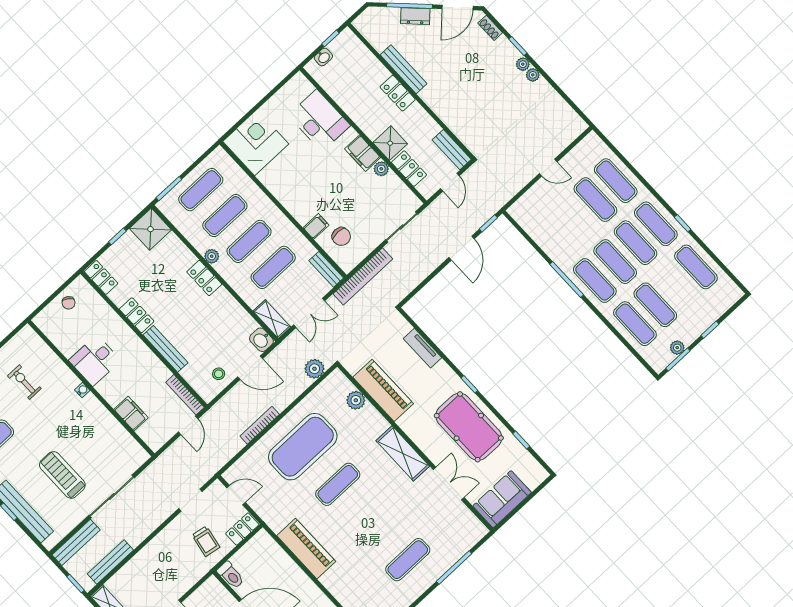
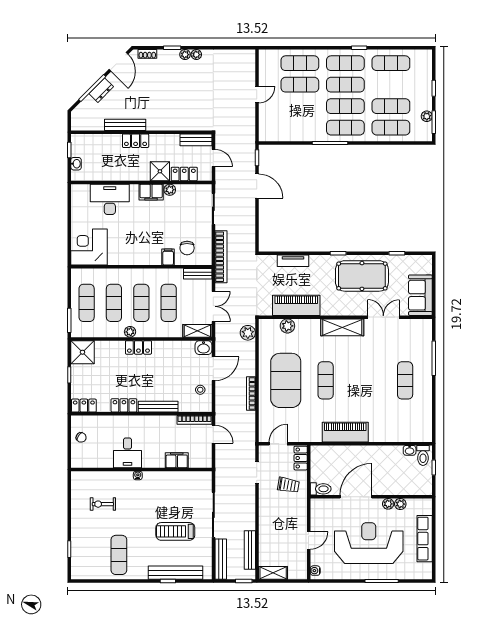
chair: (341, 237) -> (187, 248), turned 90

